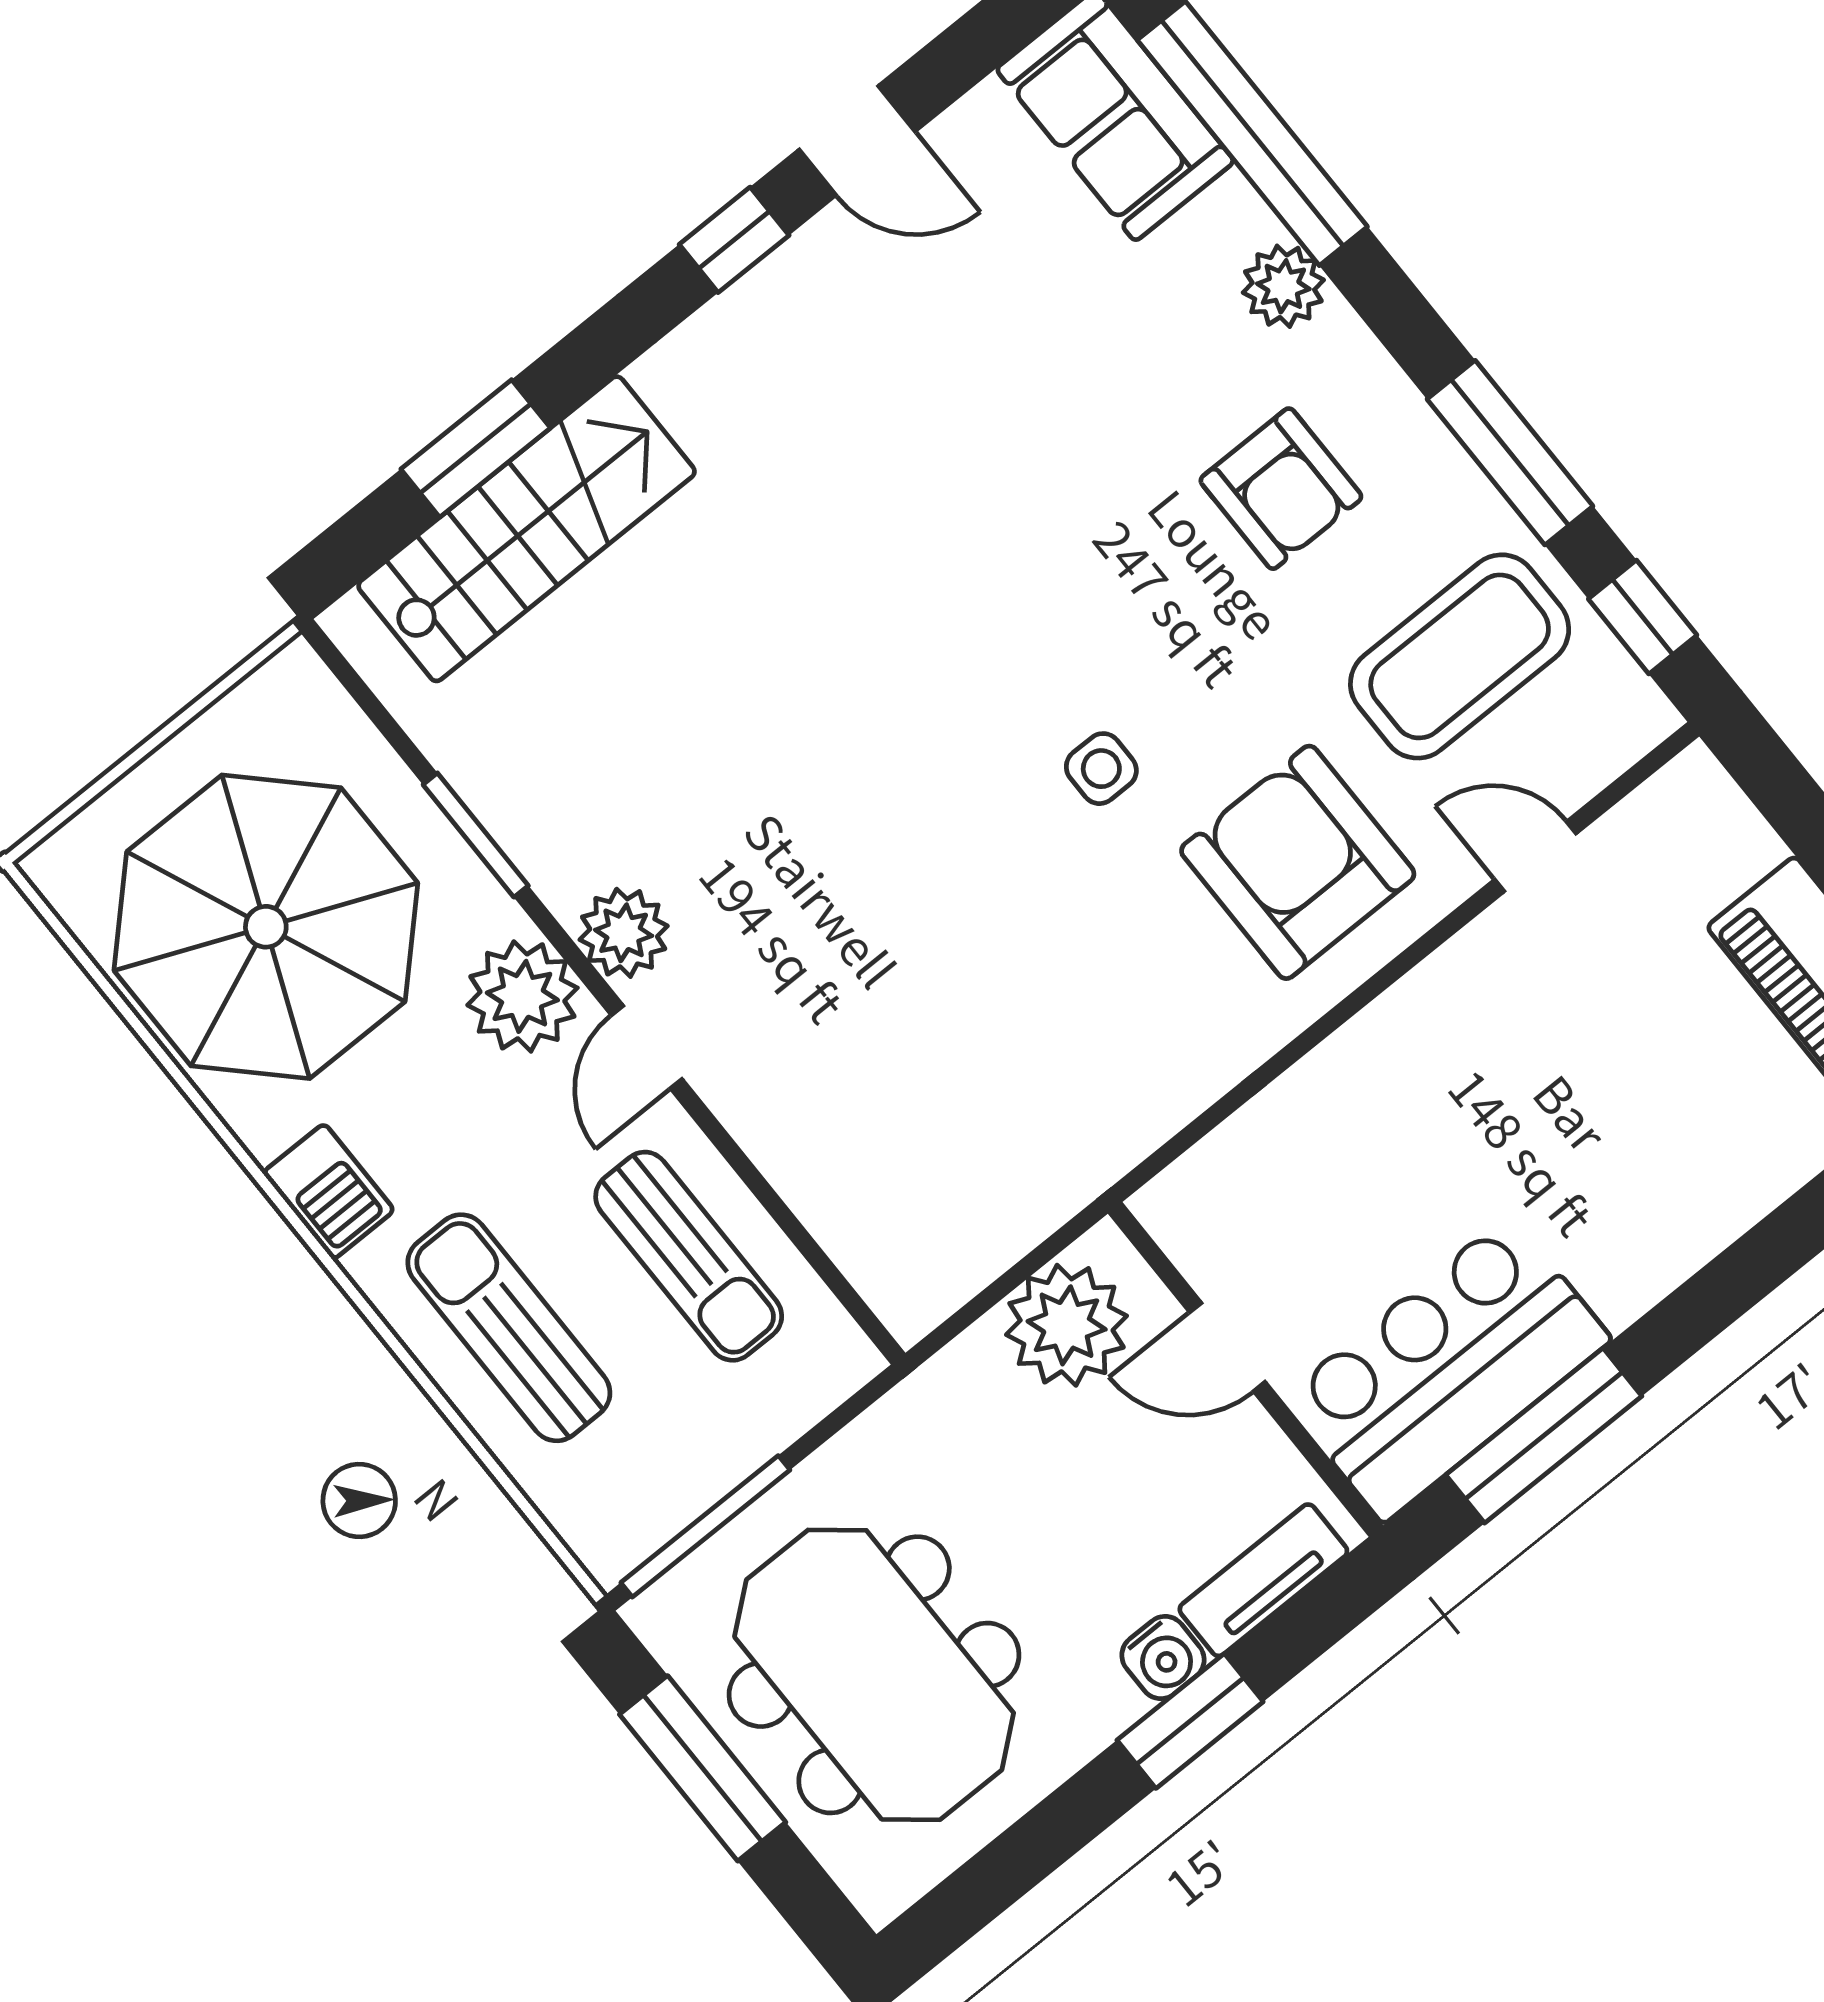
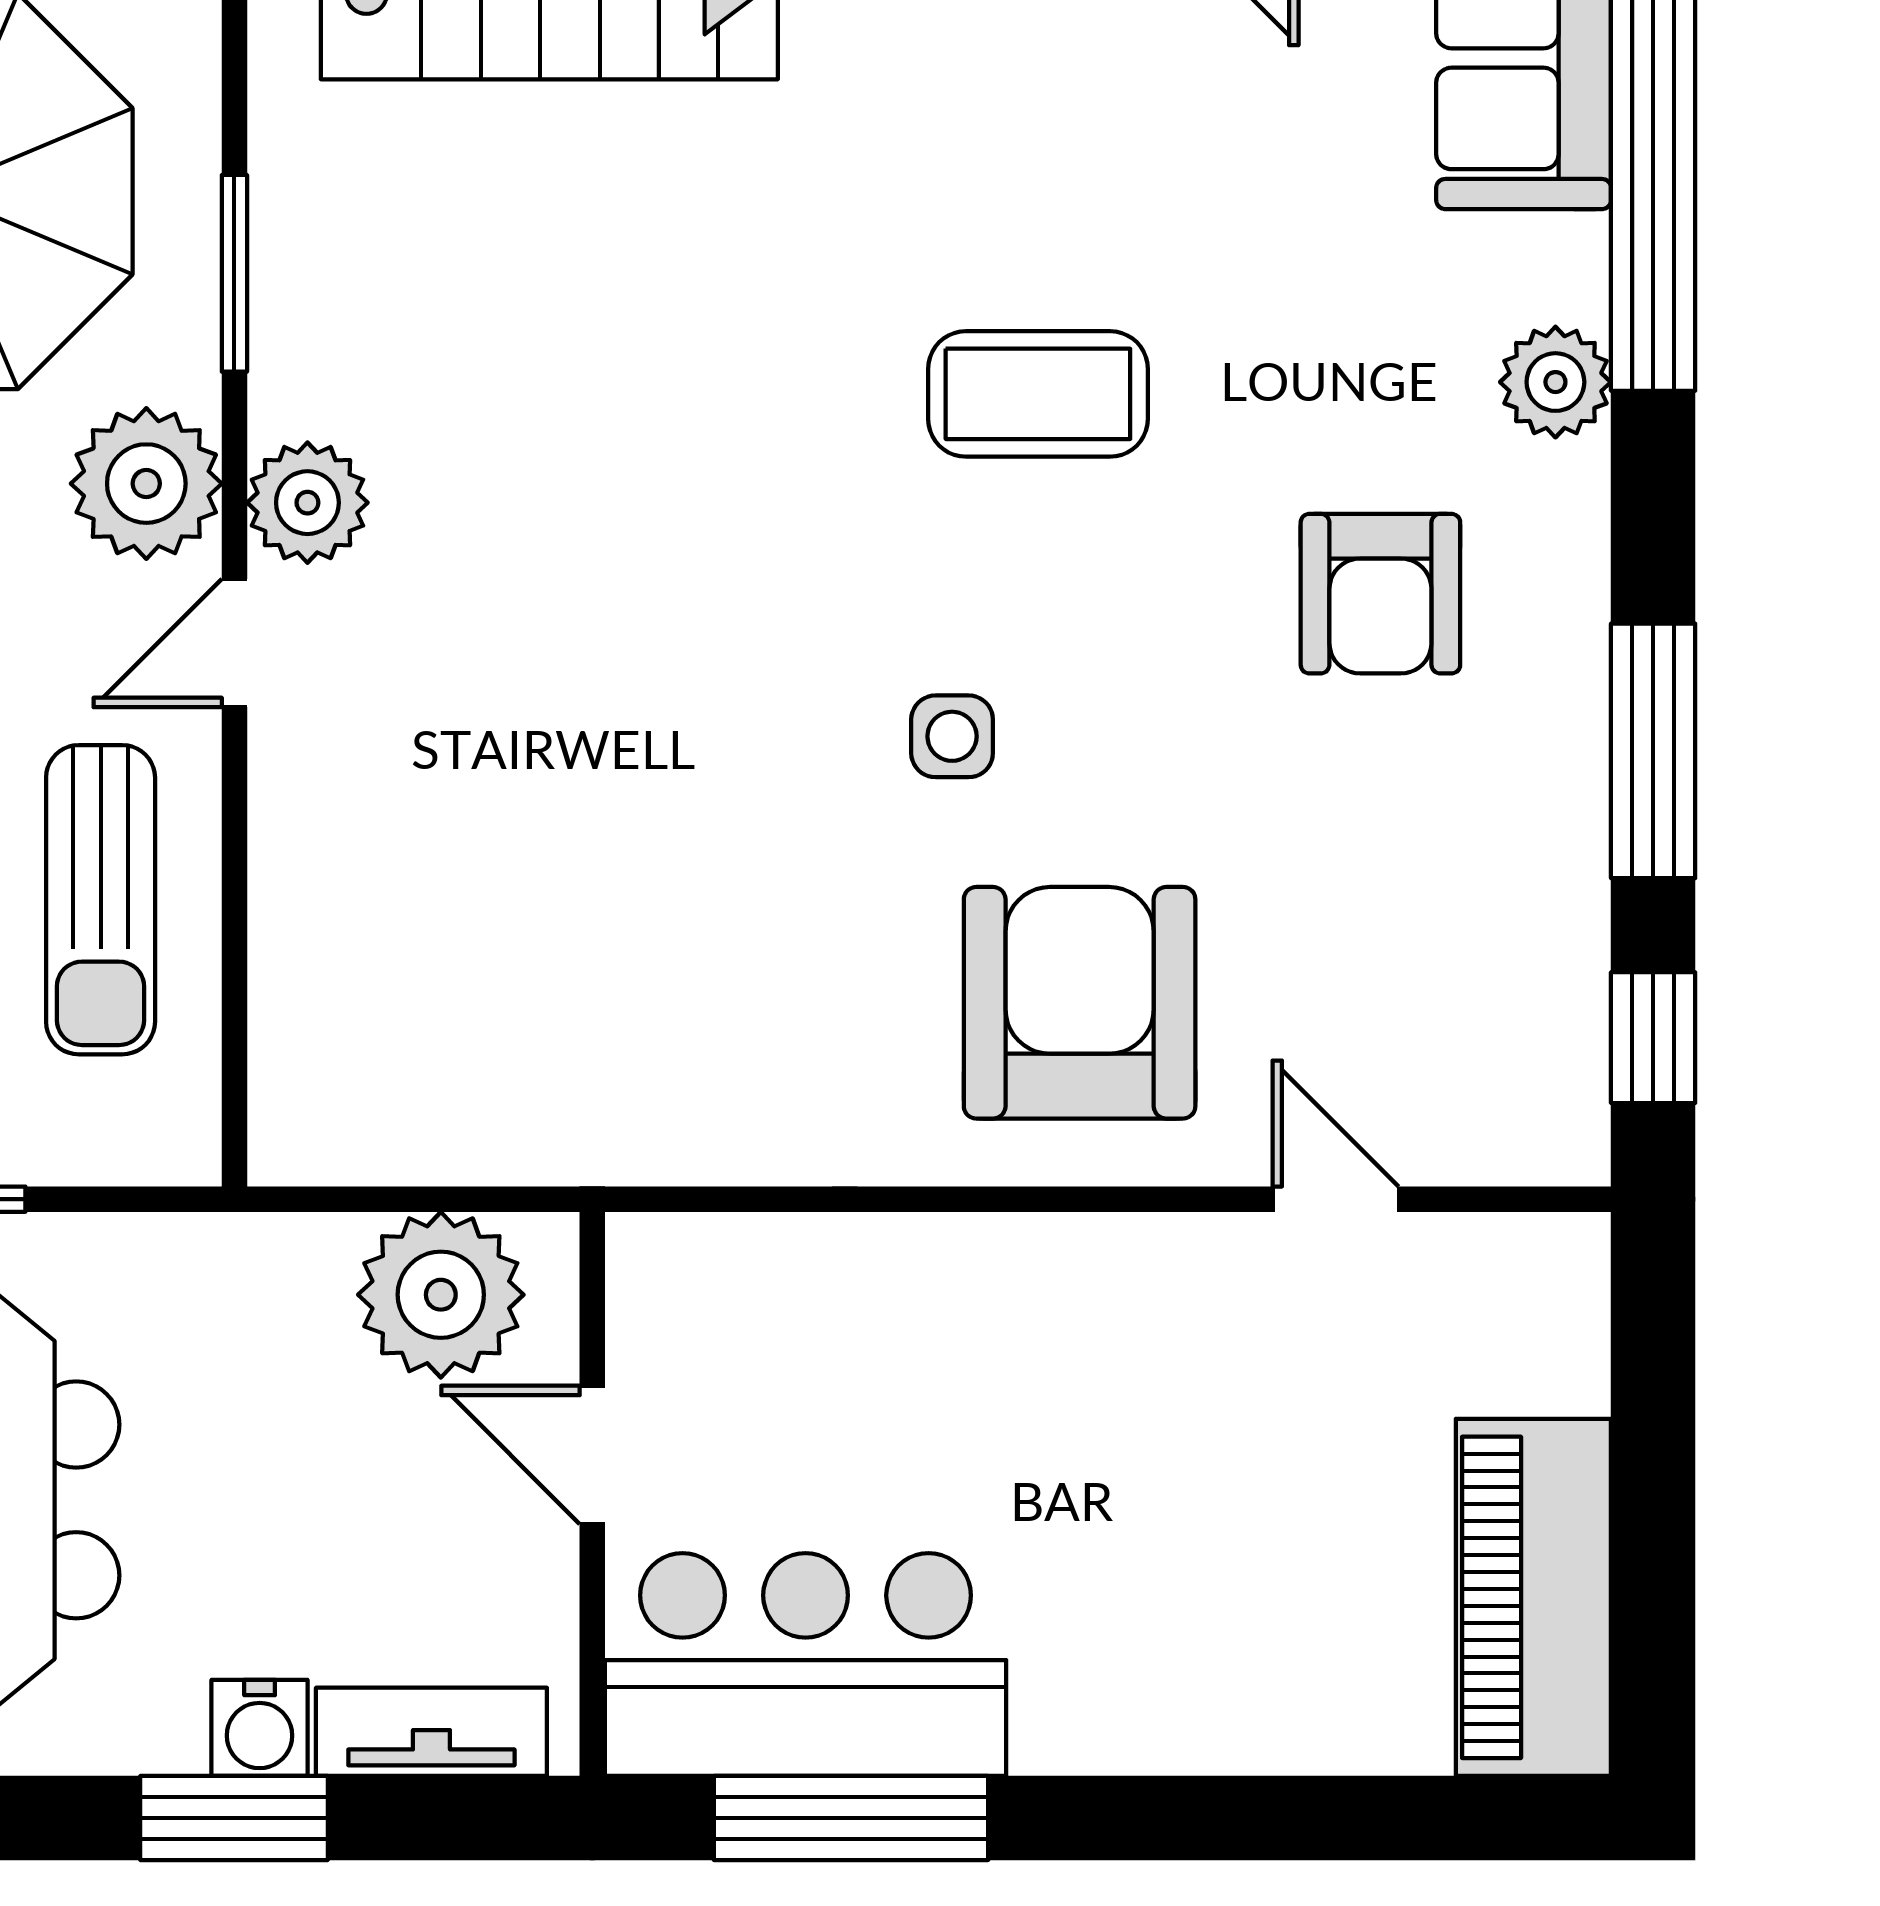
coffee table: (1460, 656) -> (1038, 394), moved, width x0.73, depth x0.76

